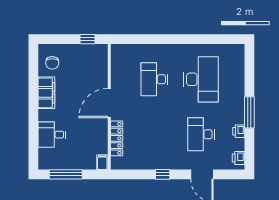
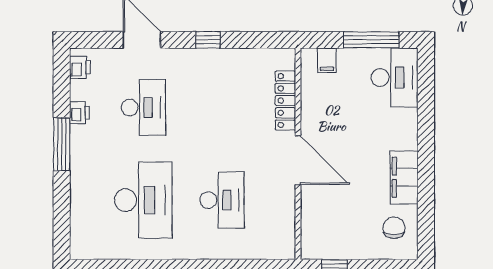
desk: (201, 79) -> (143, 200), turned 180
door: (109, 103) -> (298, 160), hinge flipped
desk: (52, 135) -> (395, 78), moved, width x1.37
filing cabinet: (102, 162) -> (327, 60), moved

